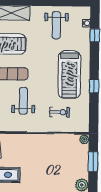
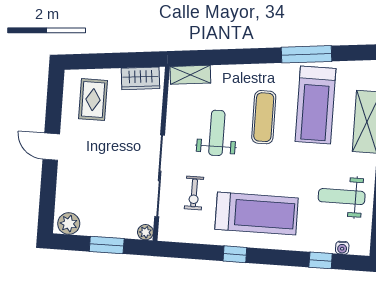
treadmill: (69, 75) -> (257, 214), turned 180
weight bench: (23, 101) -> (217, 133), turned -90

